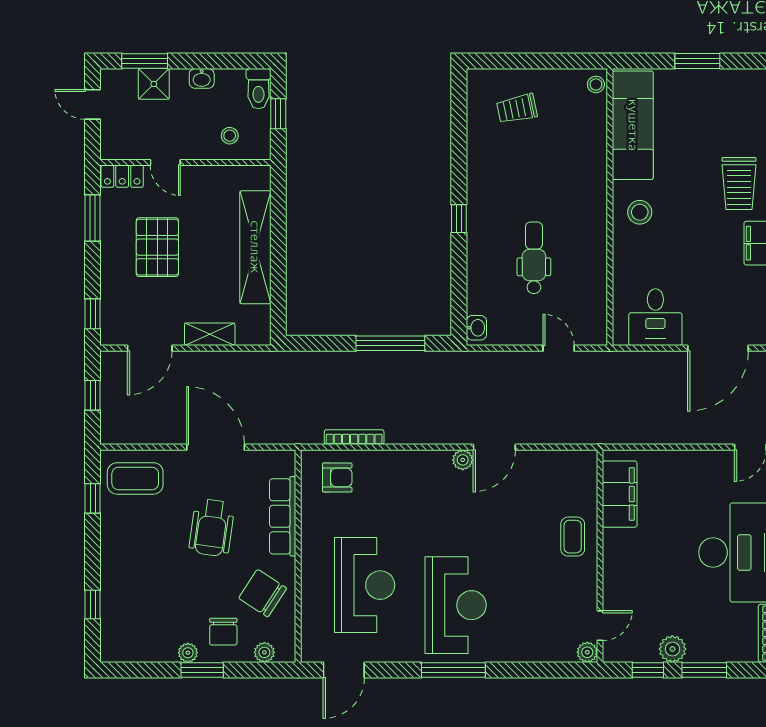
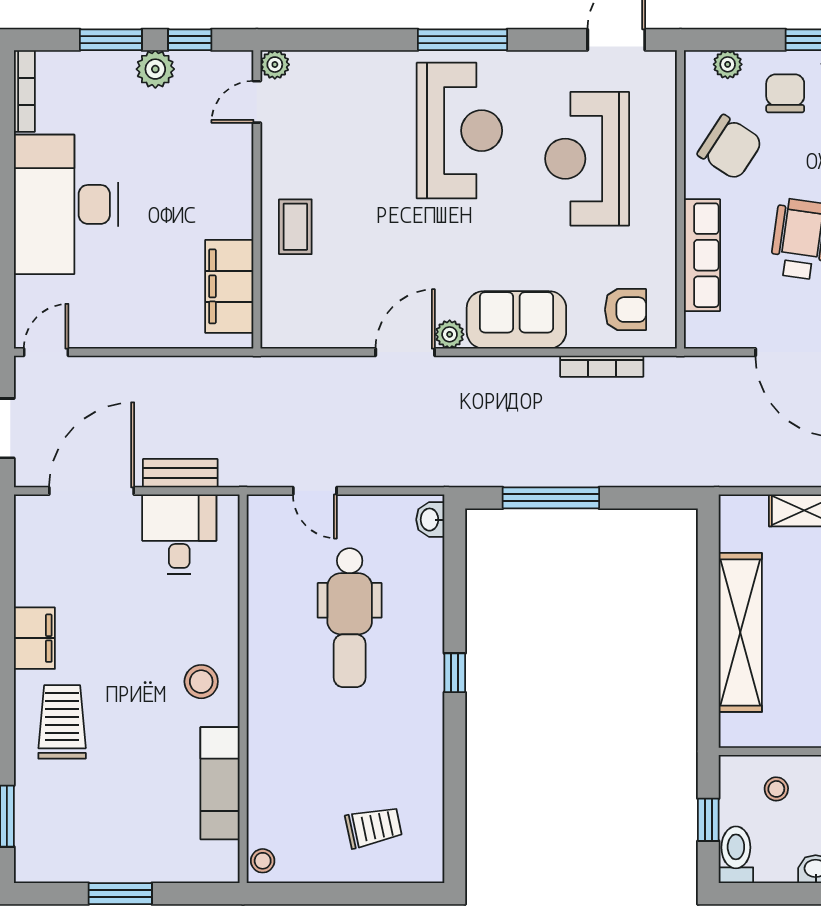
exam couch: (633, 125) -> (220, 783), width x0.73, depth x0.69
dental chair: (534, 258) -> (350, 618), width x1.36, depth x1.38
bench: (655, 361) -> (180, 473), added
sofa: (415, 470) -> (516, 320), added
armchair: (337, 478) -> (626, 310), turned 180
reception desk: (456, 605) -> (459, 131), turned 180

